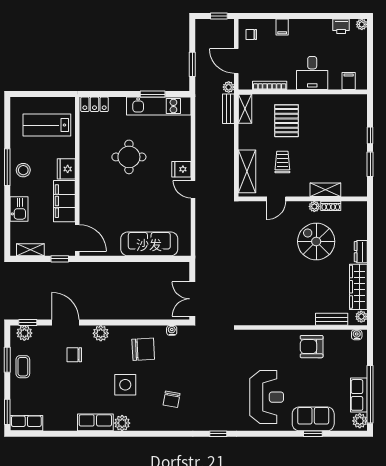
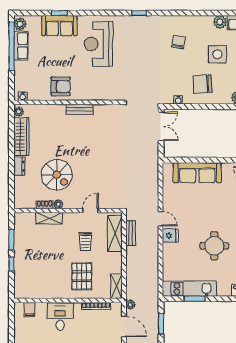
bench: (228, 109) -> (131, 233), moved
bench: (332, 319) -> (80, 109), moved

